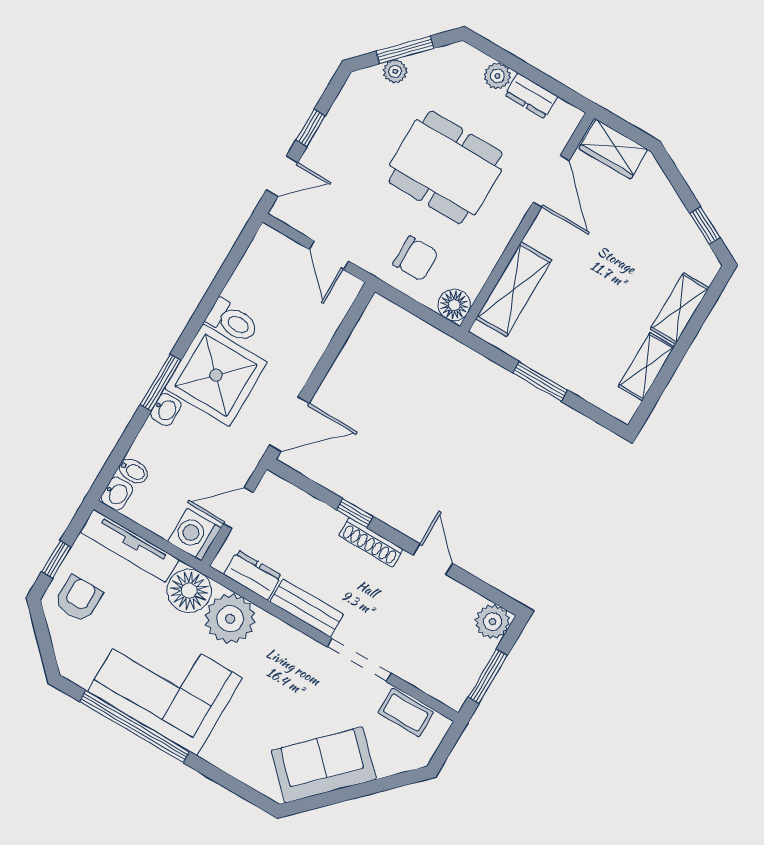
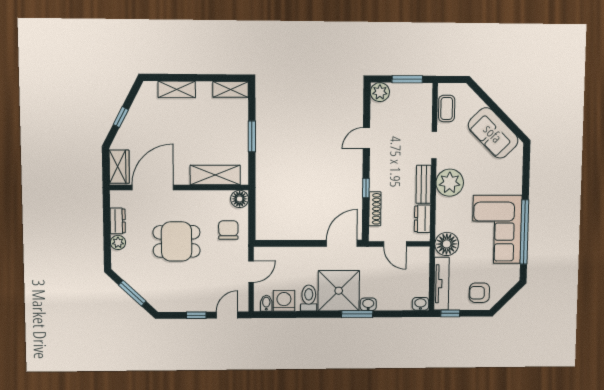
plant: (395, 71) -> (145, 292), removed
dining table: (445, 167) -> (177, 241), width x0.73
door: (282, 176) -> (227, 315), hinge flipped
door: (551, 181) -> (153, 187), width x1.36
window: (705, 225) -> (121, 117), moved
shelving: (646, 367) -> (231, 89), moved
door: (289, 424) -> (342, 243), hinge flipped
bidet: (133, 471) -> (266, 303), moved
washing machine: (194, 535) -> (284, 301), moved, turned 180
shoe rack: (371, 542) -> (375, 209), moved
window: (56, 559) -> (450, 313), moved
plant: (230, 619) -> (450, 183), moved
doorway: (359, 660) -> (434, 145), width x0.73

